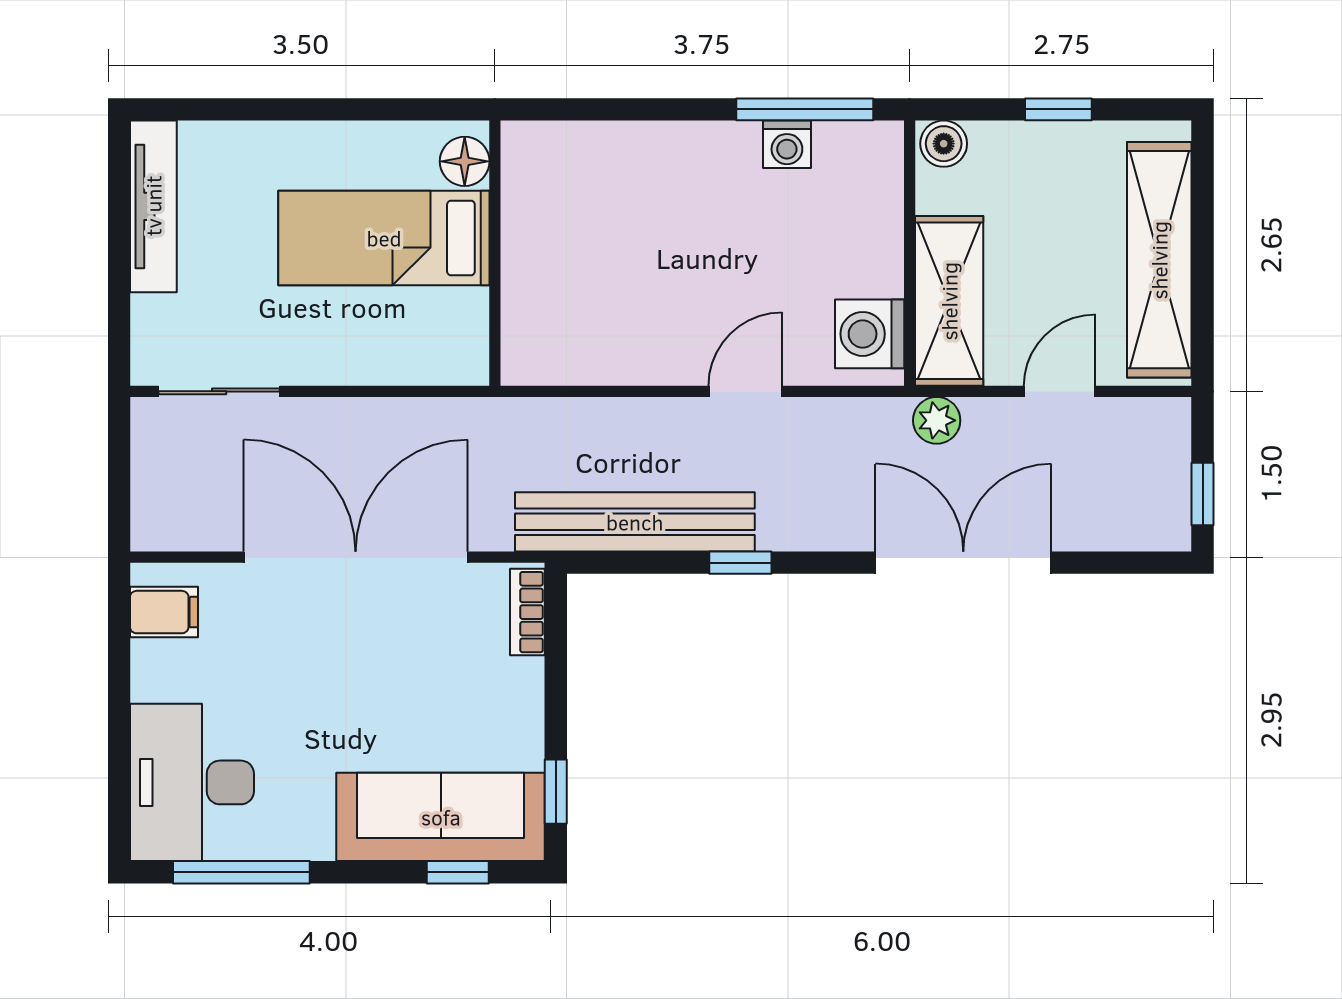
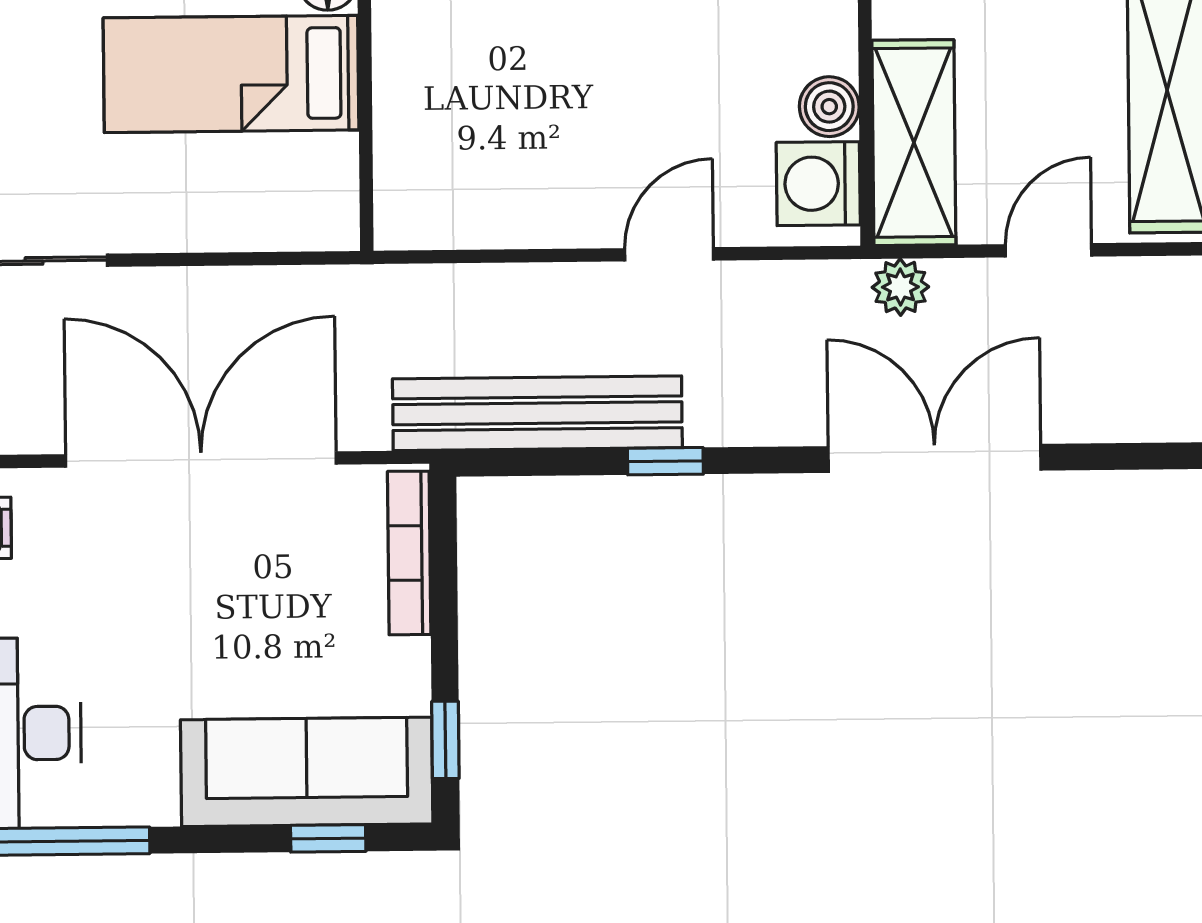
boiler: (879, 270) -> (829, 107), added
bookcase: (527, 612) -> (409, 553), width x1.56

